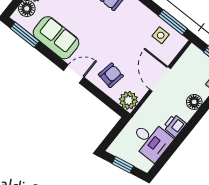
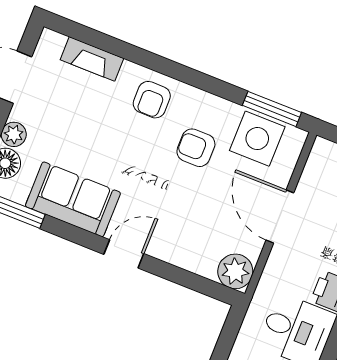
side table: (161, 35) -> (257, 139), width x1.87, depth x1.87
armchair: (111, 75) -> (196, 148), moved, turned -100

